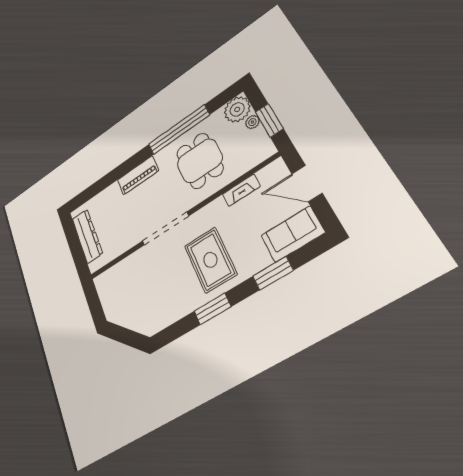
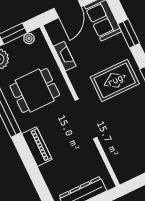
plant: (252, 122) -> (29, 38), moved

